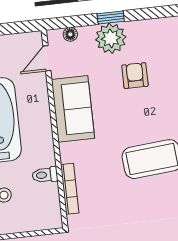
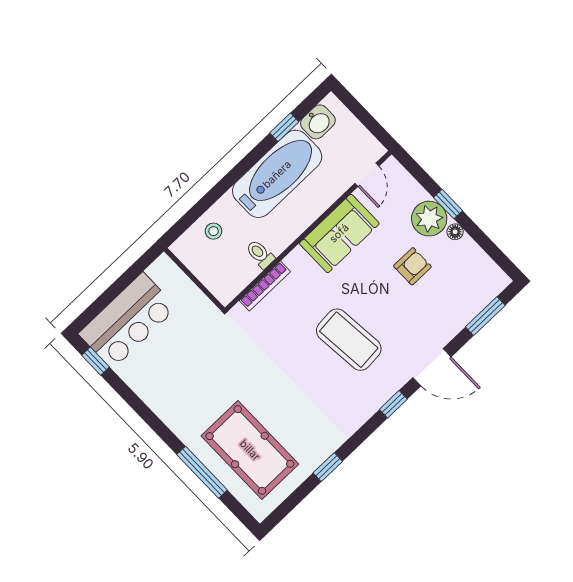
floor lamp: (70, 34) -> (455, 232), moved
door: (47, 58) -> (367, 175), swing flipped

